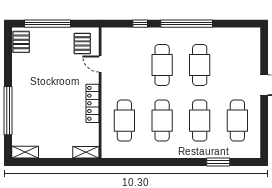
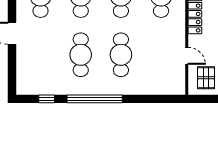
window: (140, 24) -> (47, 99), moved

